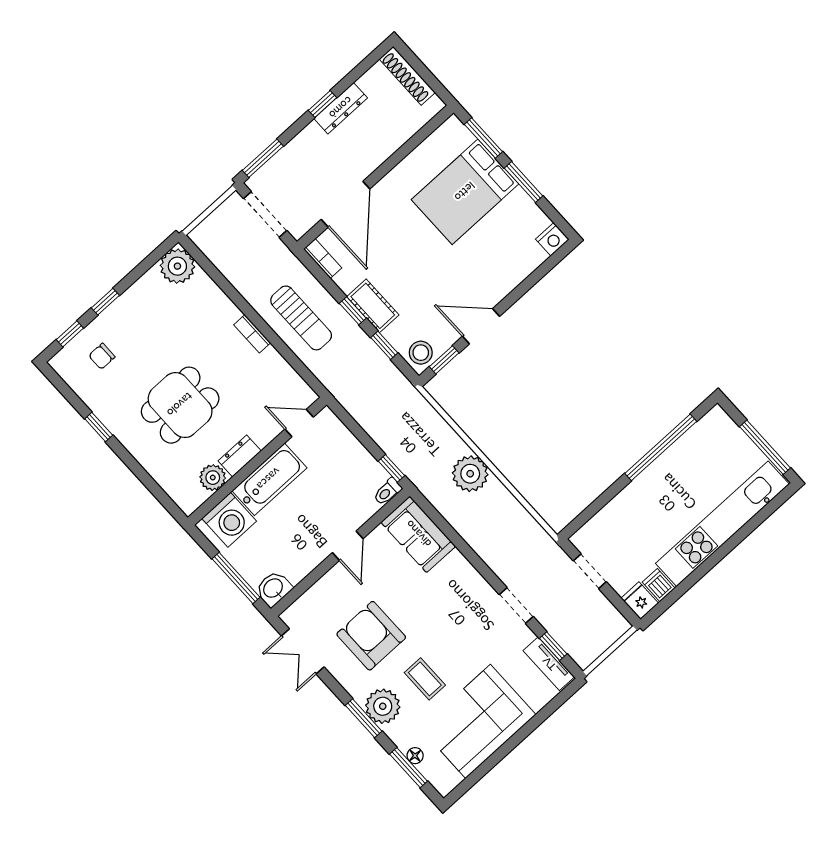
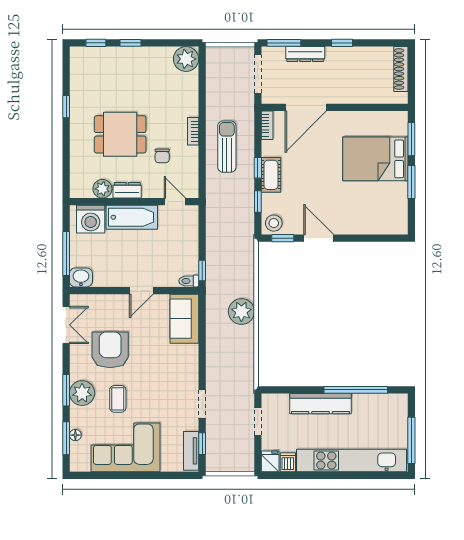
dresser: (341, 108) -> (305, 54), moved
nightstand: (552, 239) -> (399, 226), removed
sun lounger: (301, 318) -> (227, 147), turned 180
chair: (102, 356) -> (162, 156), moved, turned -90
kitchen counter: (637, 494) -> (321, 404), added
double door: (303, 651) -> (66, 325), swing flipped

